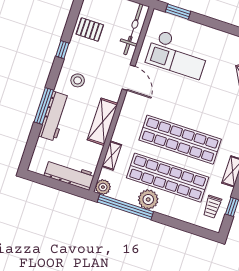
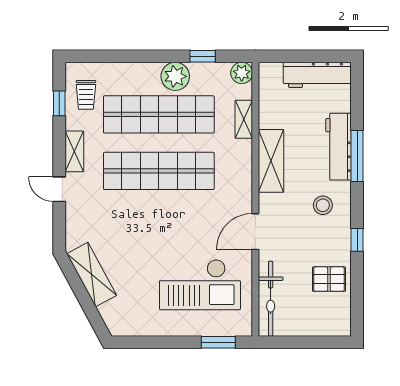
checkout: (178, 54) -> (200, 285), turned 180
door: (129, 78) -> (255, 232), hinge flipped
workbench: (69, 175) -> (317, 75), moved
window: (125, 207) -> (203, 56), width x0.32
trolley: (212, 207) -> (86, 95), turned 180

